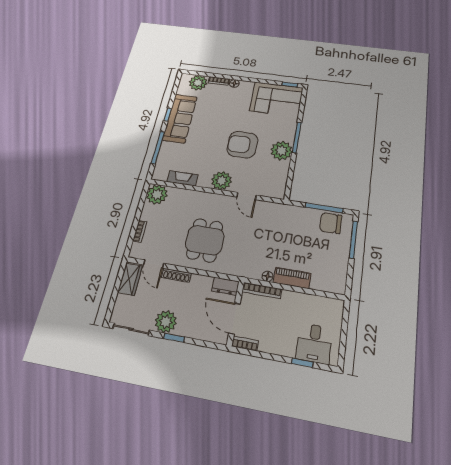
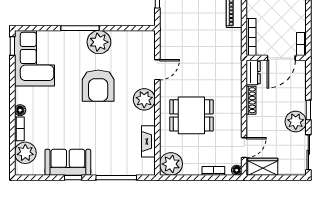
sofa: (180, 118) -> (68, 162), width x0.73
dining table: (205, 240) -> (191, 115), moved
shoe rack: (176, 275) -> (251, 100), moved
floor lamp: (268, 276) -> (237, 170), moved

